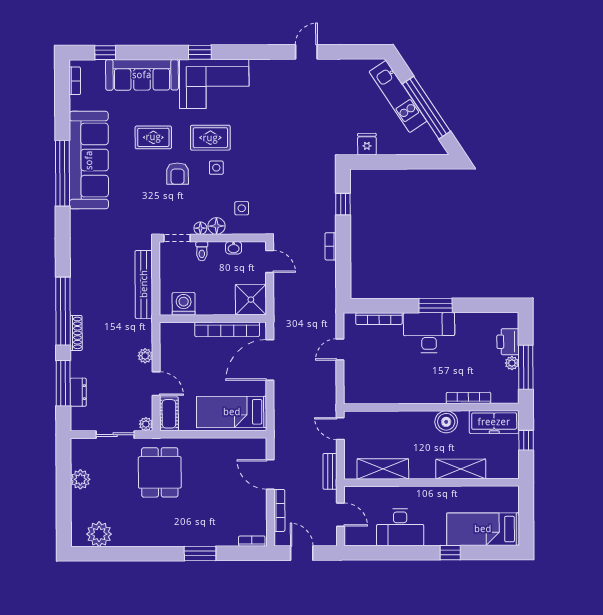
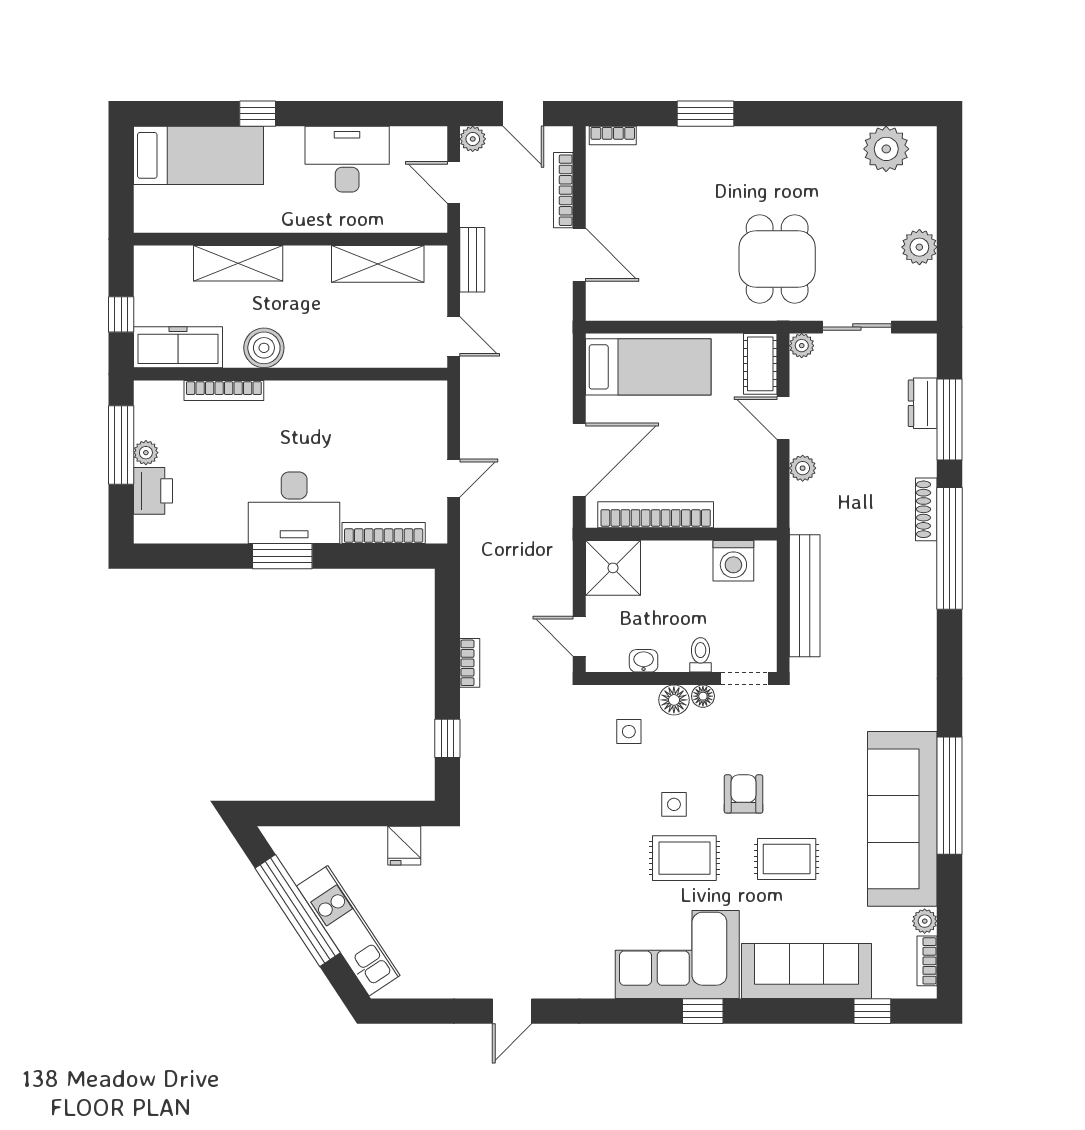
plant: (76, 103) -> (925, 921), added
plant: (330, 539) -> (473, 139), added

